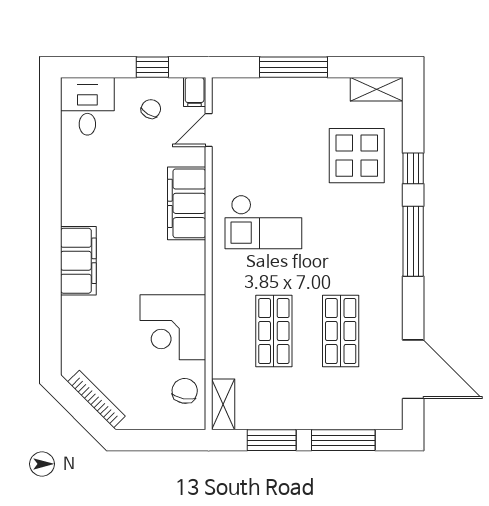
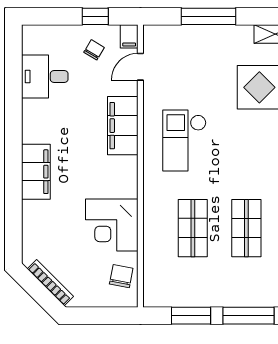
desk: (87, 106) -> (45, 76), moved, turned -90
checkout: (263, 222) -> (184, 141), turned 90
shelving: (223, 404) -> (152, 287), removed

